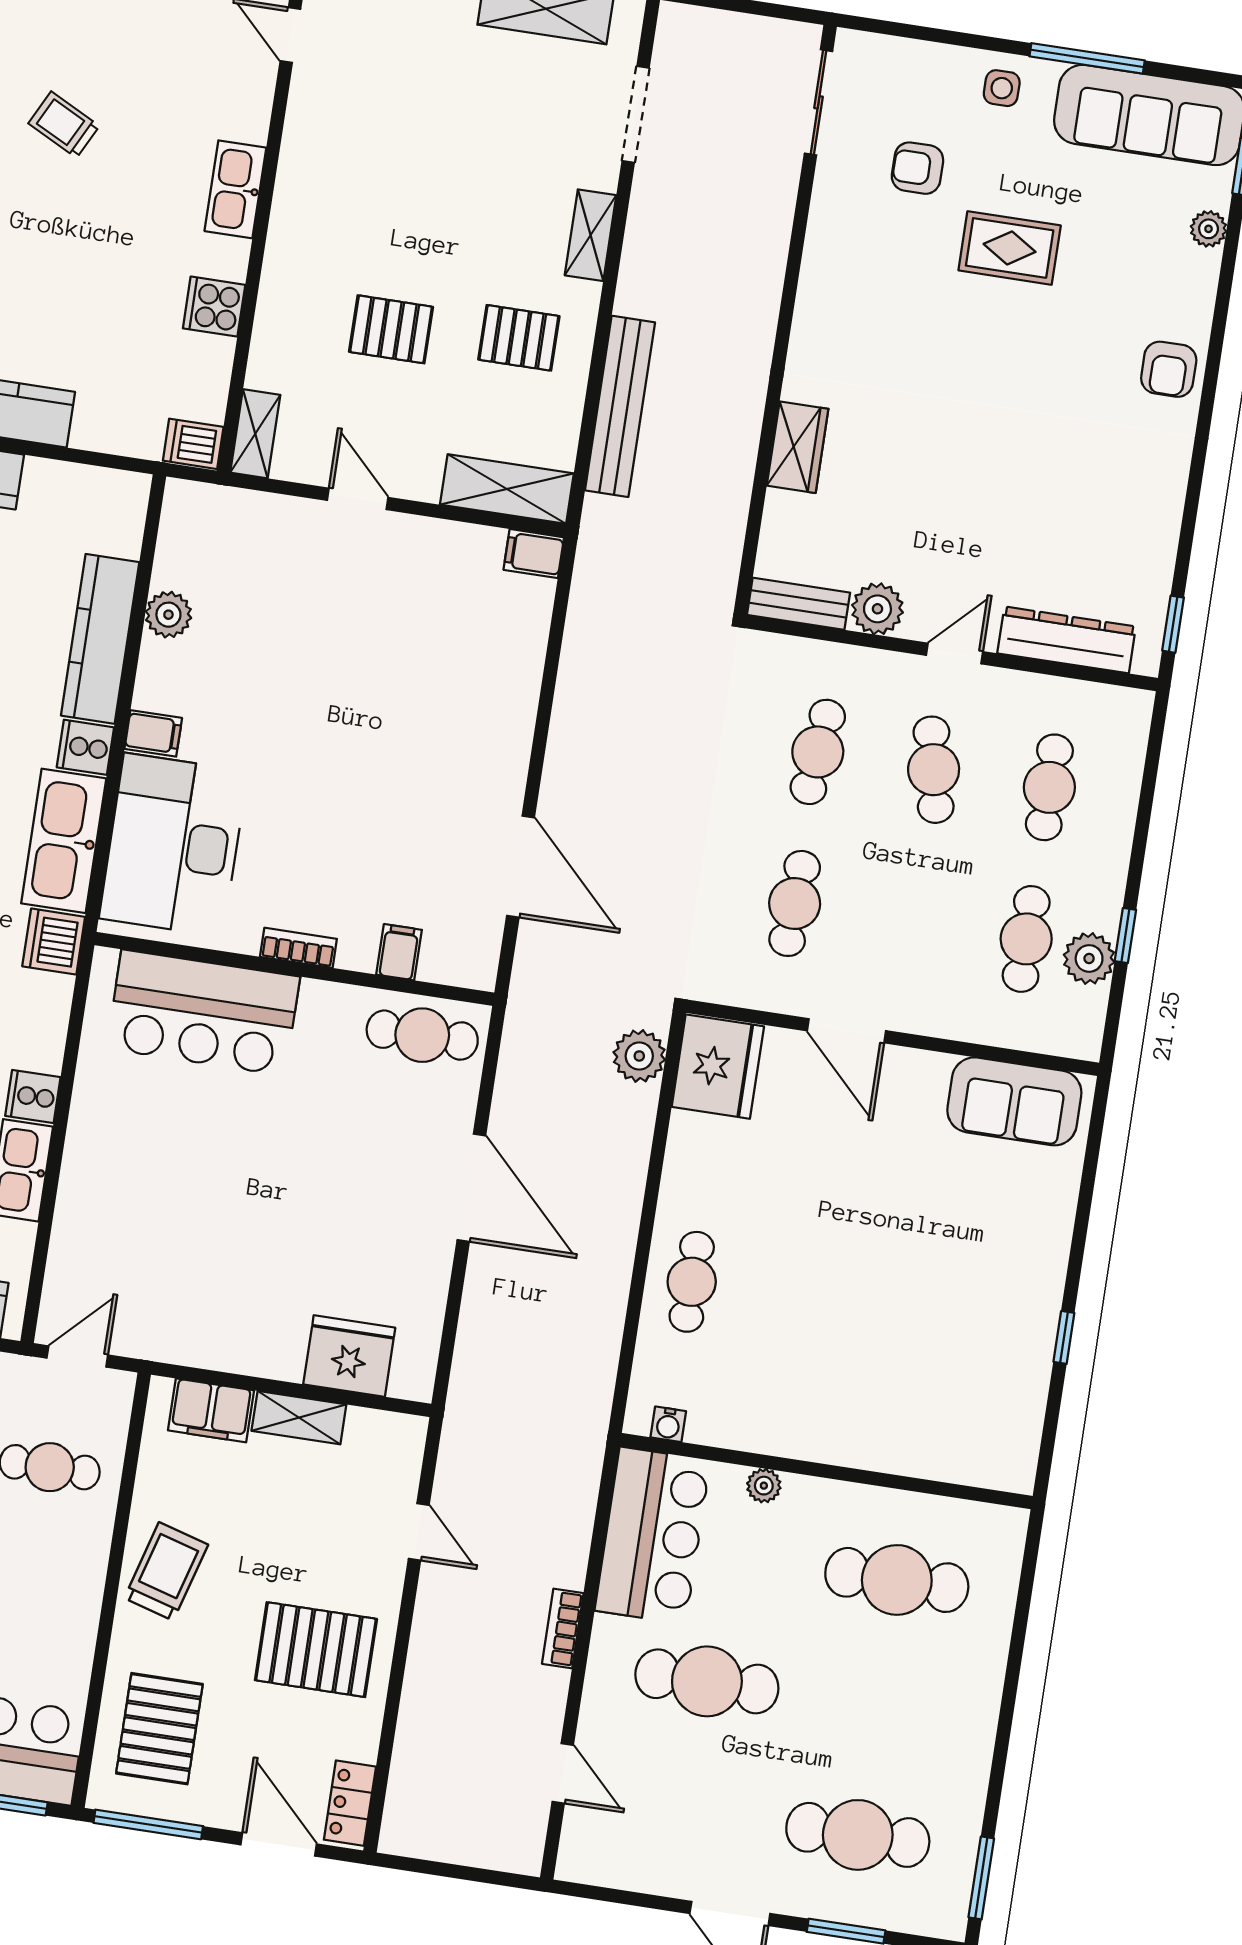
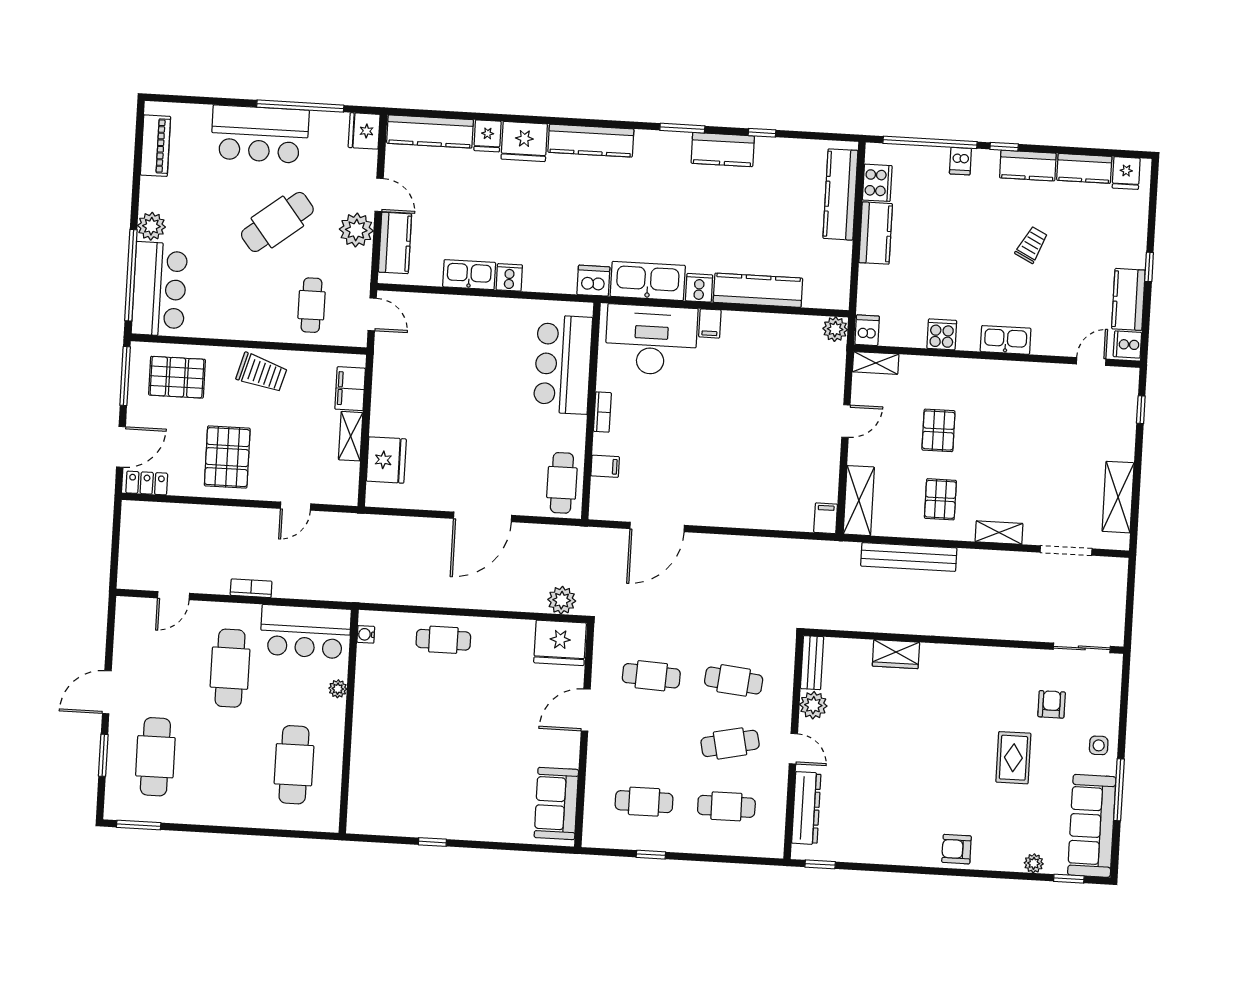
plant: (168, 615) -> (835, 329), moved
plant: (1089, 958) -> (637, 836), removed

